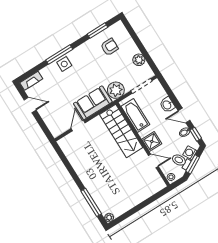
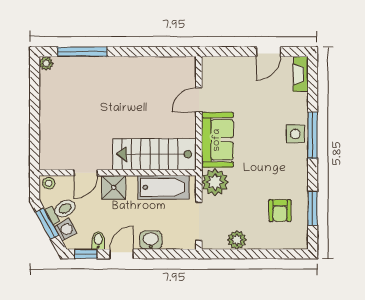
door: (78, 126) -> (199, 100), swing flipped

